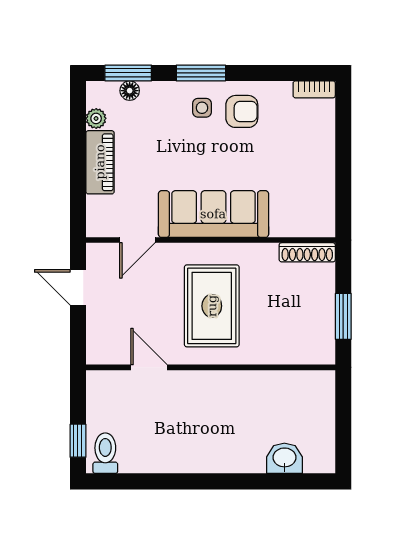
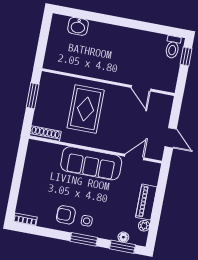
rug: (212, 306) -> (86, 109), moved

